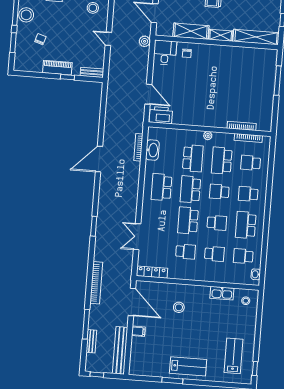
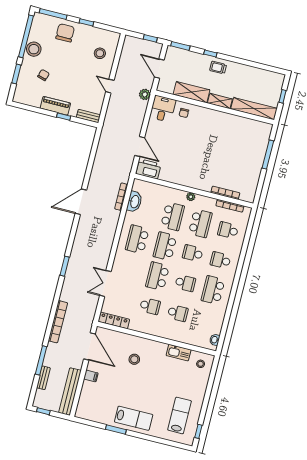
school desk: (222, 161) -> (200, 223), turned 180
school desk: (243, 256) -> (205, 320), removed

